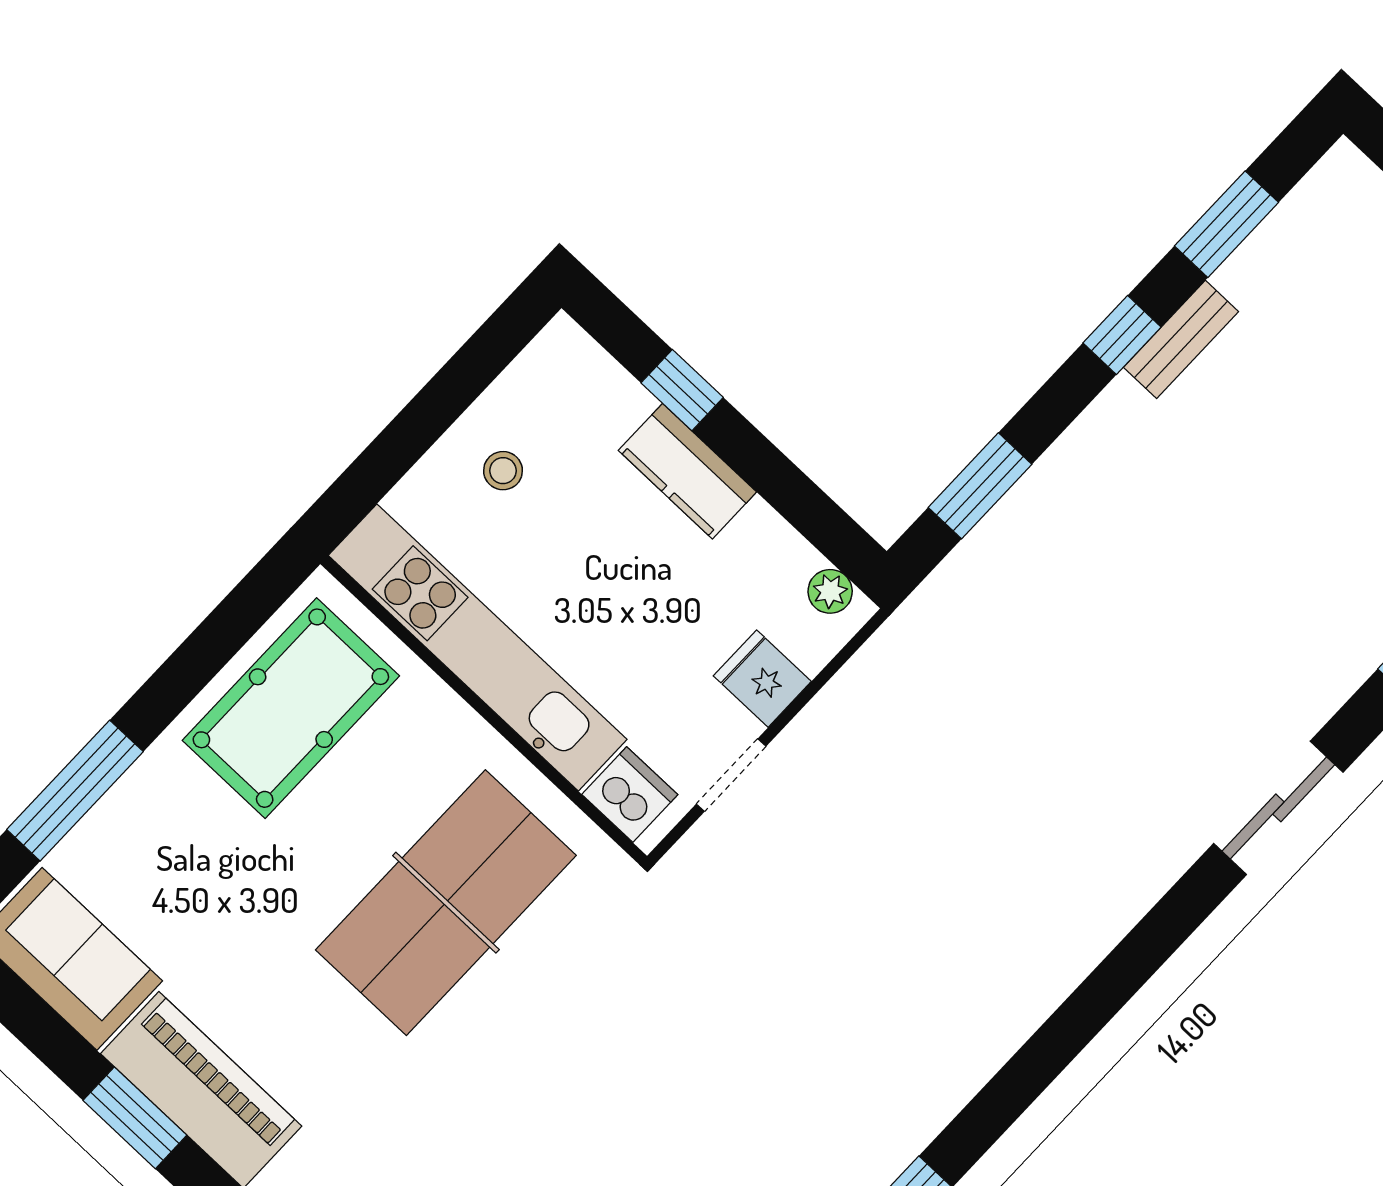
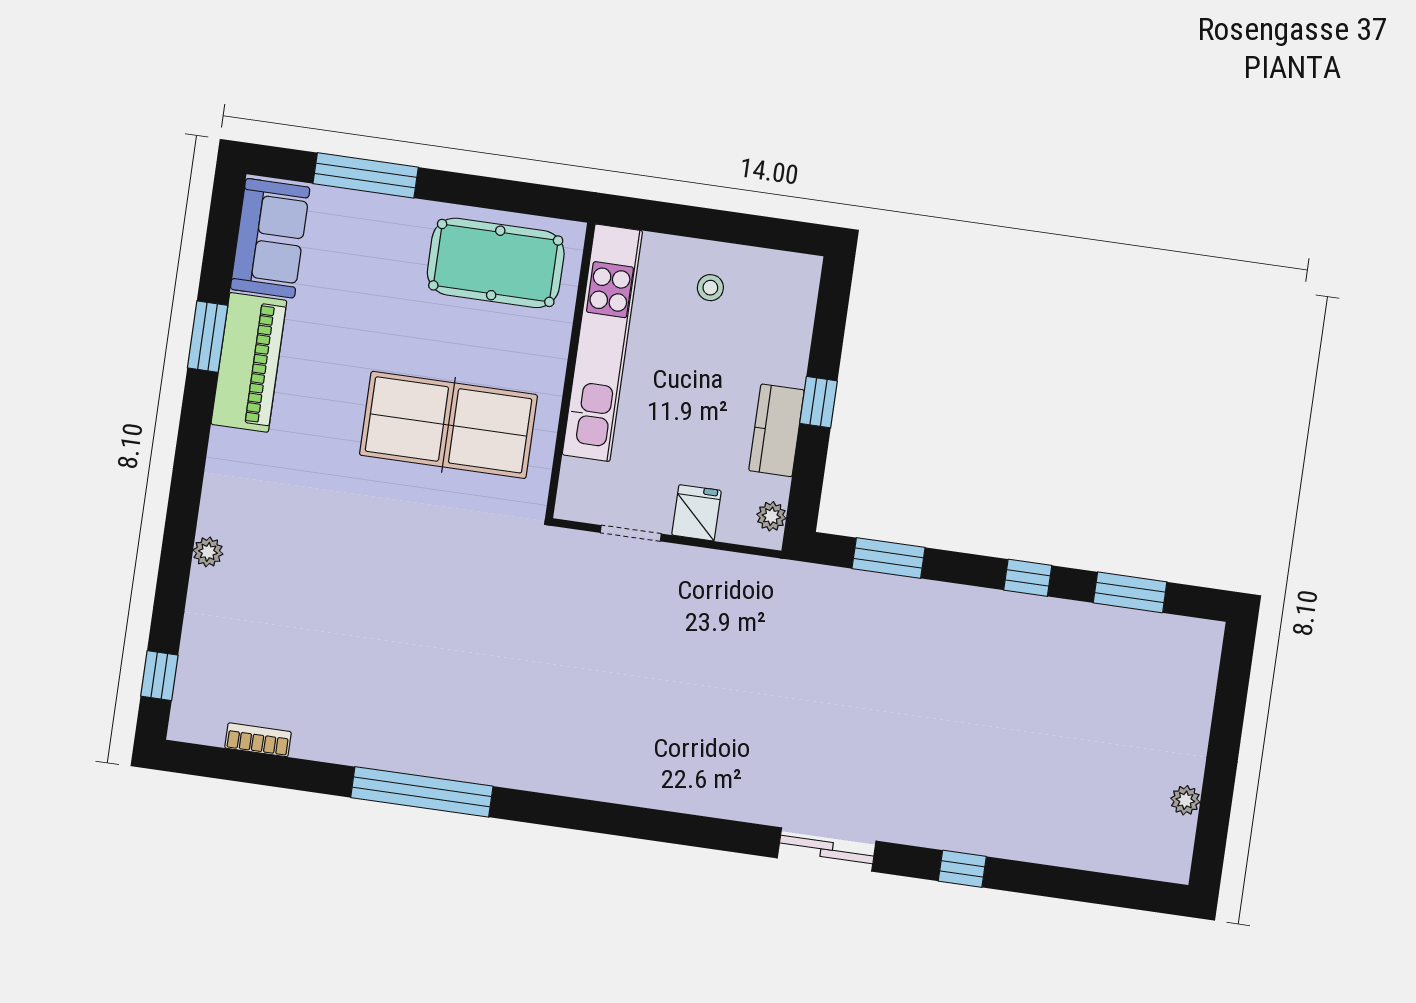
bench: (1181, 339) -> (1048, 612), removed
window: (682, 390) -> (819, 402), moved
kitchen counter: (687, 471) -> (777, 430), moved
dishwasher: (630, 795) -> (580, 485), removed

